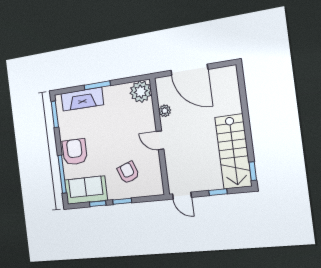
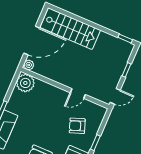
plant: (165, 111) -> (29, 65), moved
door: (160, 140) -> (78, 94), moved
stairs: (233, 152) -> (70, 29), moved

